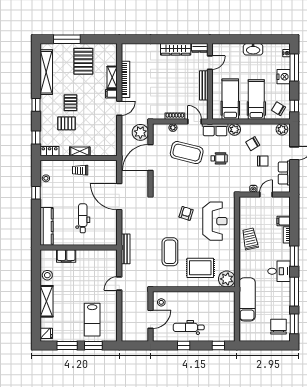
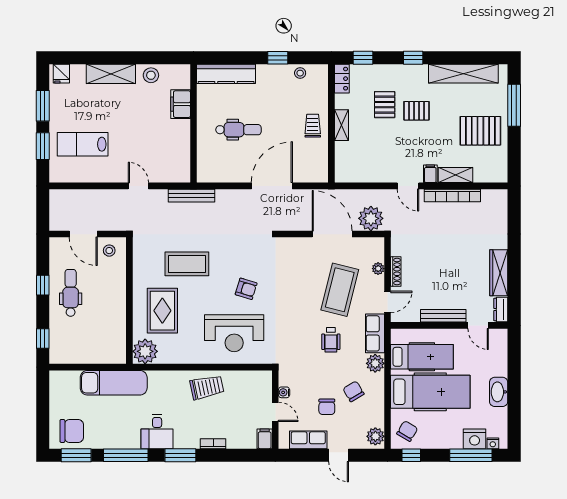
nightstand: (284, 77) -> (475, 439), moved
hospital bed: (256, 100) -> (430, 392), width x1.37, depth x1.29
filing cabinet: (284, 221) -> (265, 439), moved

